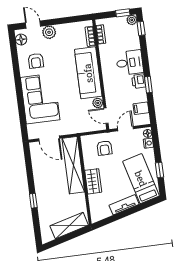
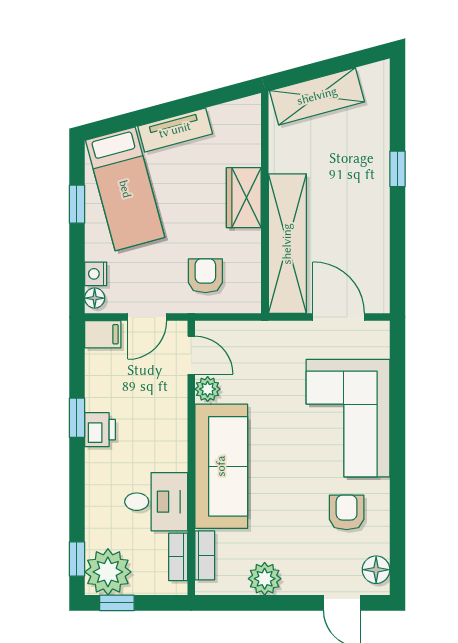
plant: (132, 20) -> (108, 572), width x1.87, depth x1.87
plant: (49, 32) -> (265, 579), moved
desk: (130, 63) -> (156, 502), moved, turned 180
filing cabinet: (141, 108) -> (103, 334), moved

